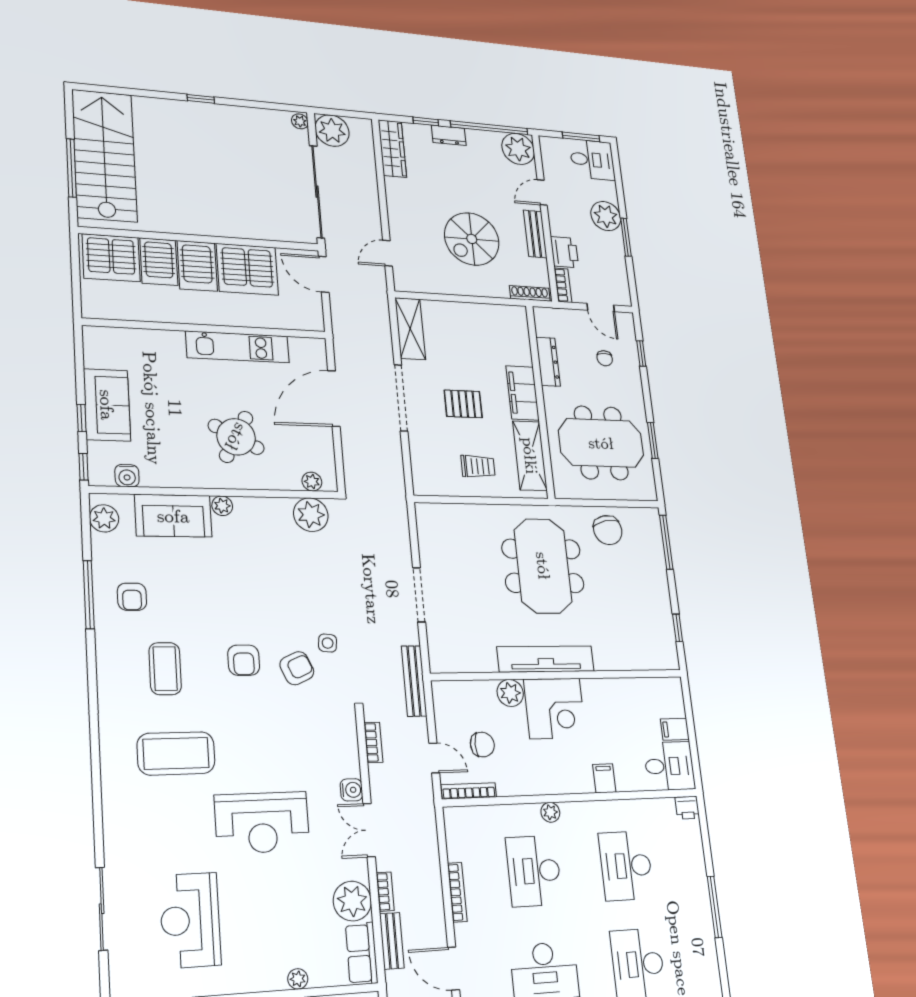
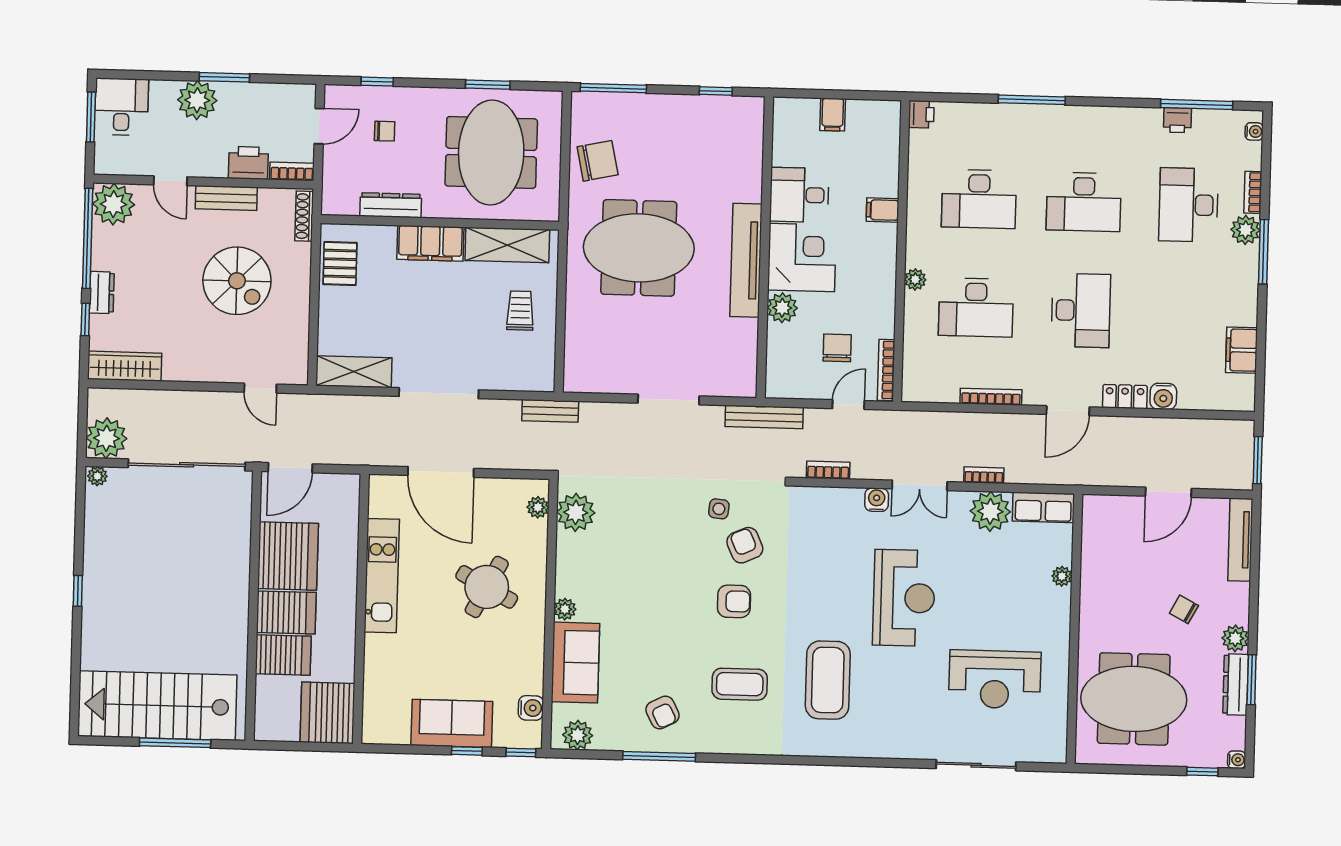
server rack: (111, 258) -> (327, 713), moved, turned 180
pallet: (463, 404) -> (340, 263), moved
armchair: (132, 597) -> (662, 712), turned 63
desk: (669, 766) -> (799, 195), moved, turned -90
bench: (392, 941) -> (550, 411), moved

